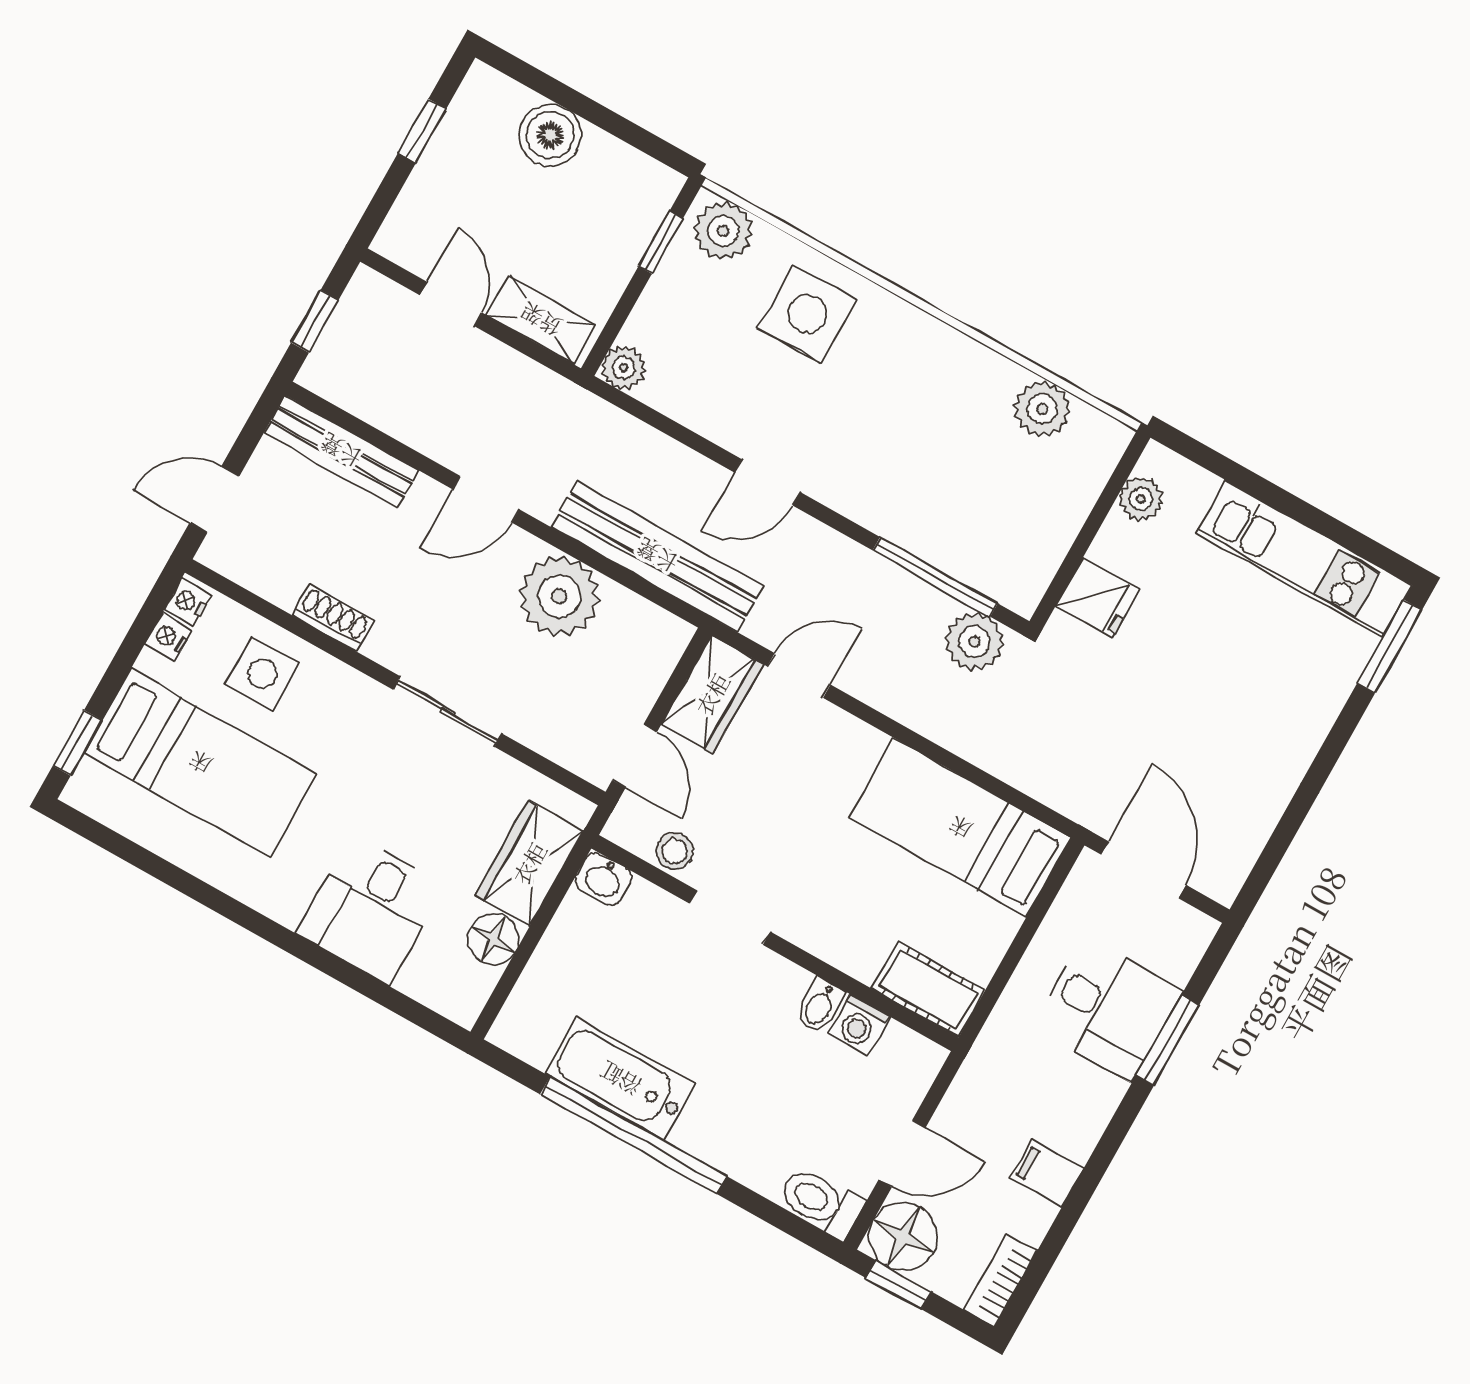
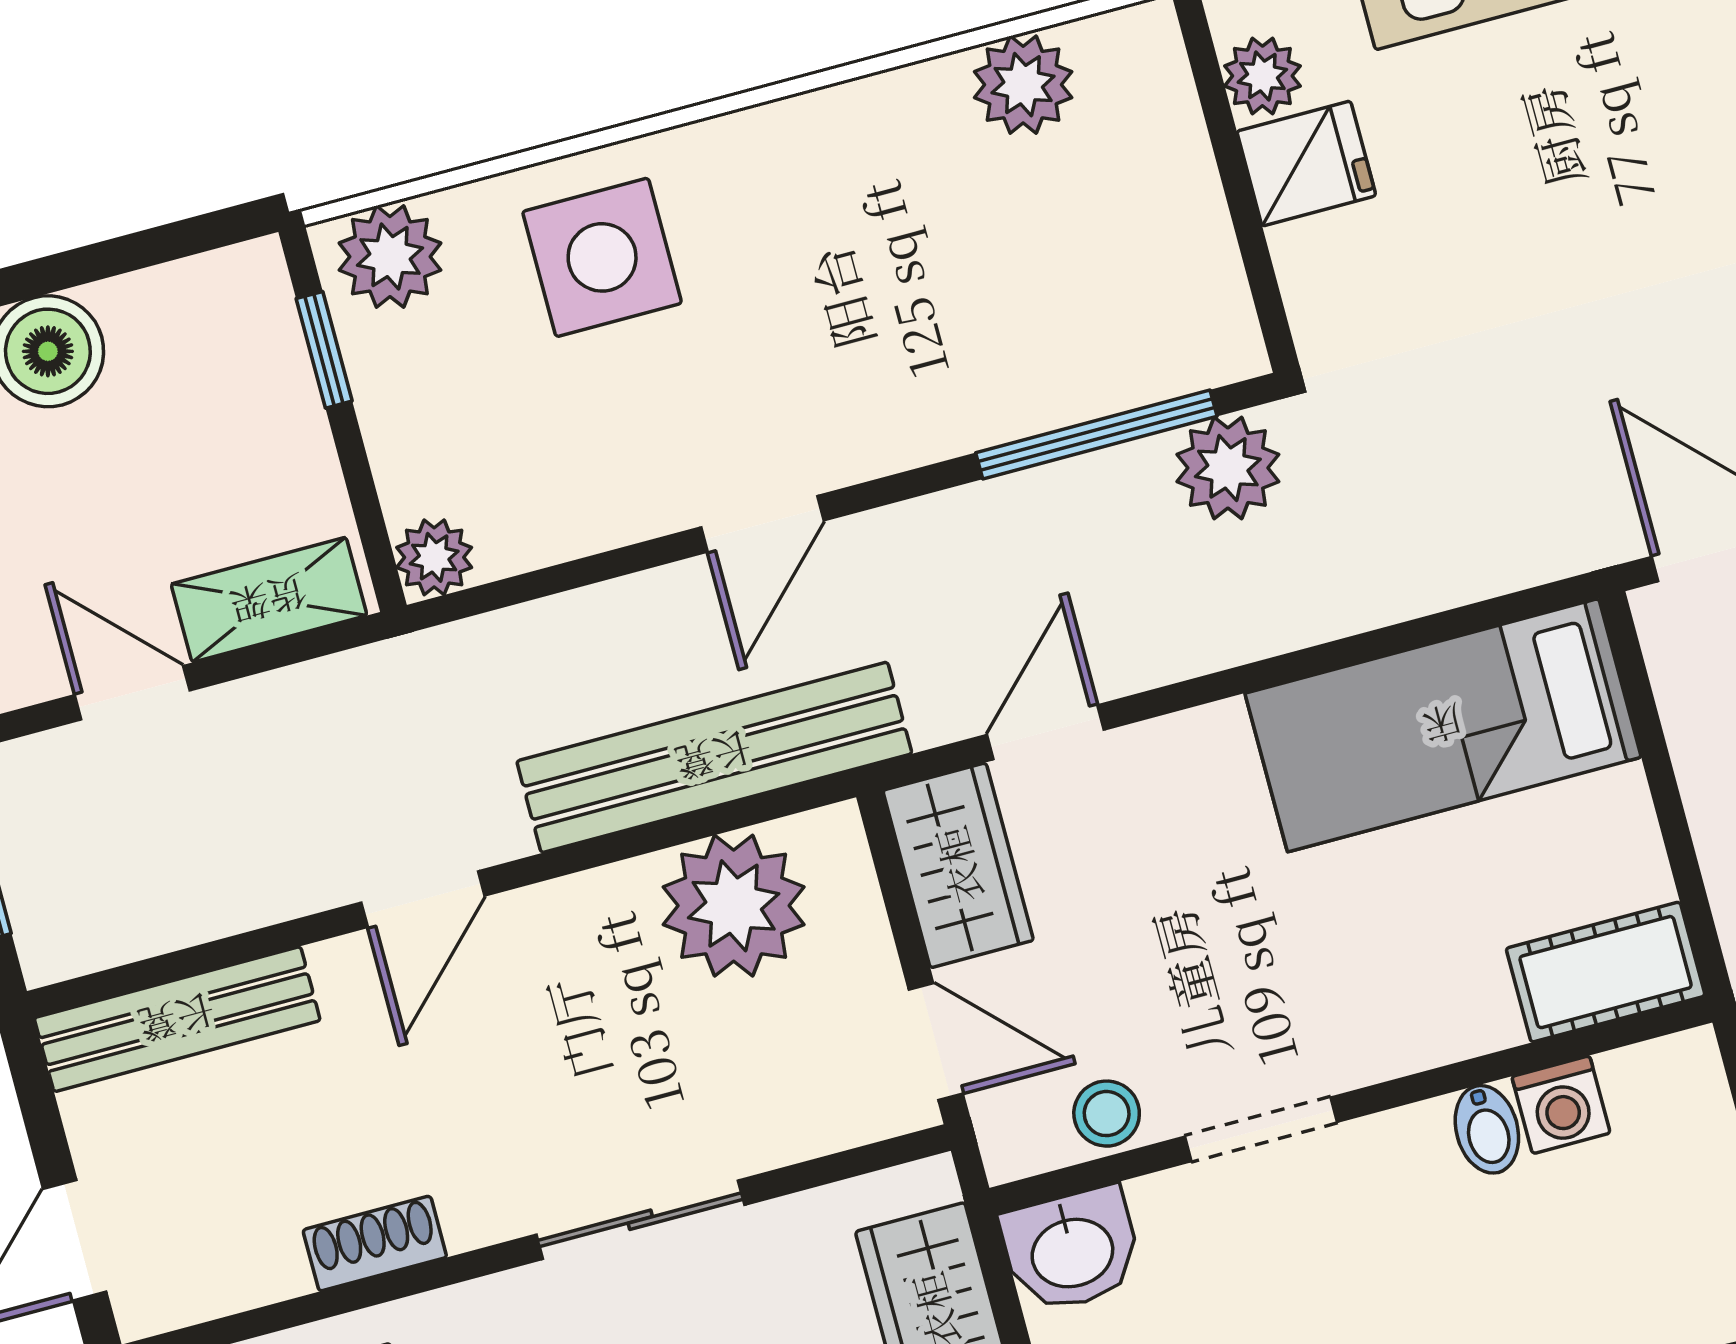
plant: (559, 596) -> (734, 906), moved
fridge: (1098, 598) -> (1306, 163), moved
washbasin: (603, 879) -> (1072, 1250), width x1.38, depth x1.45

